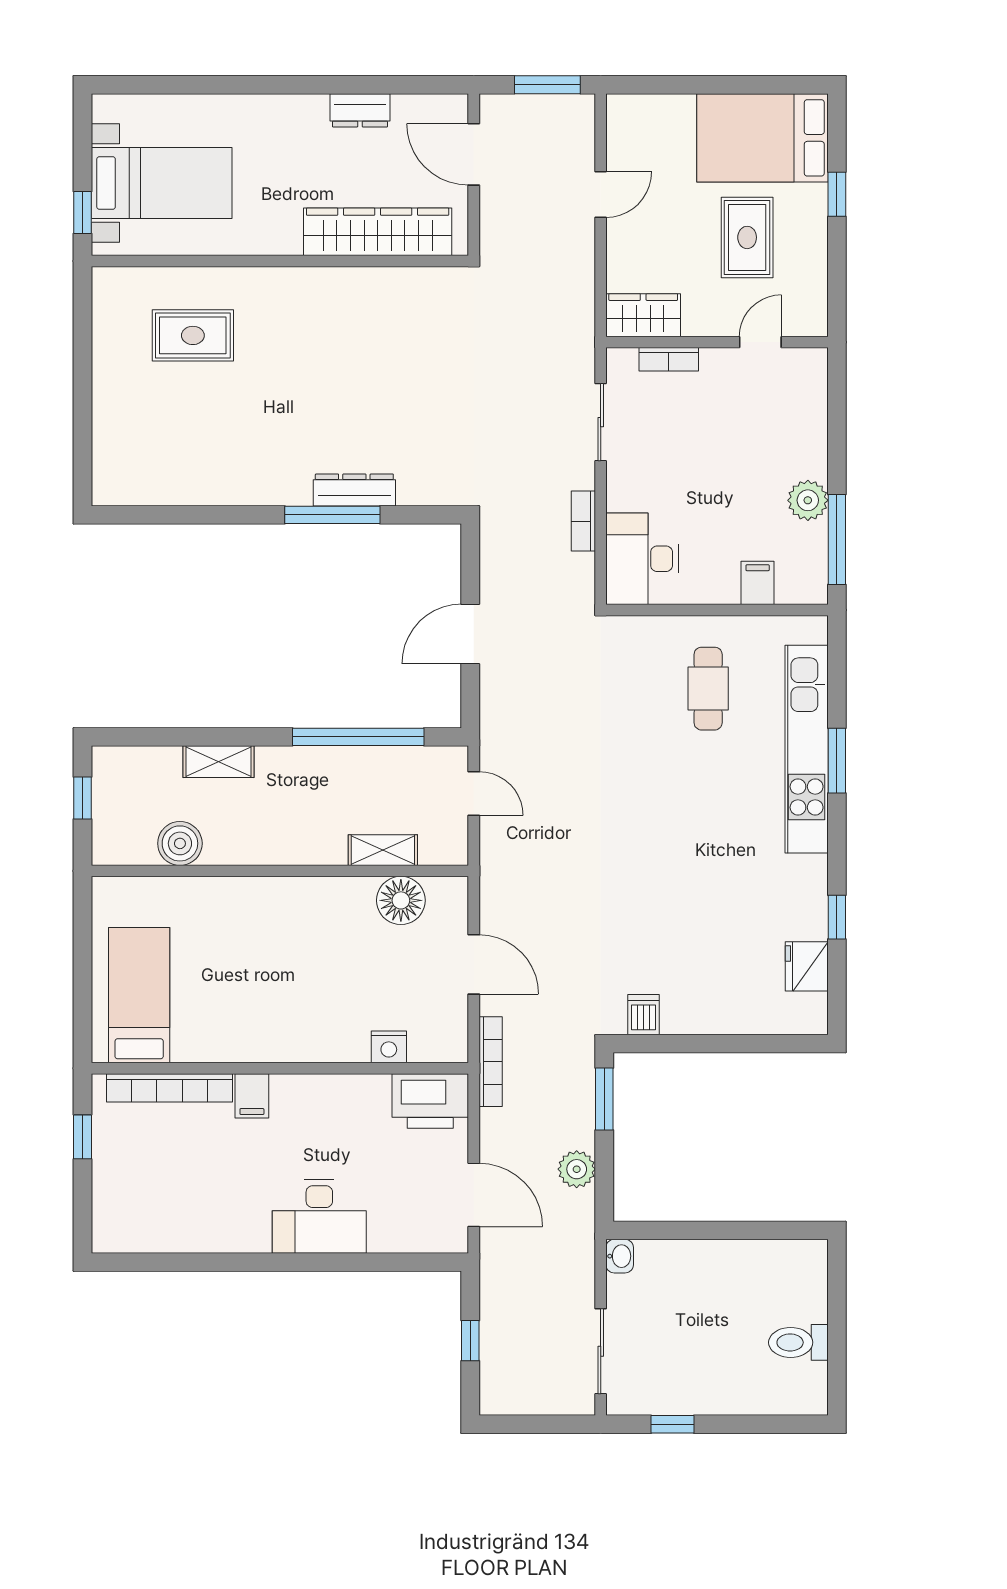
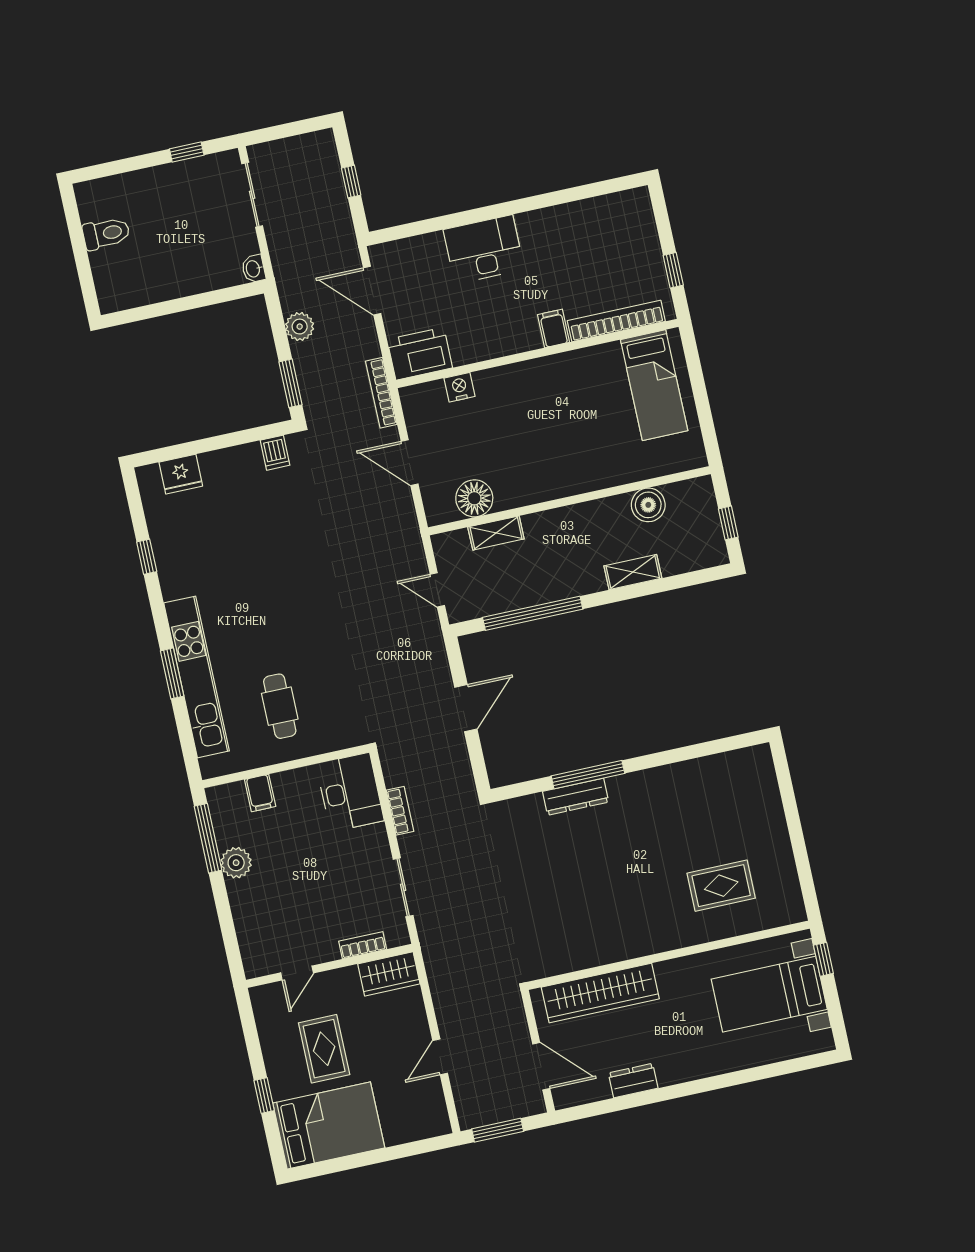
fridge: (807, 966) -> (181, 474), moved, turned 90

